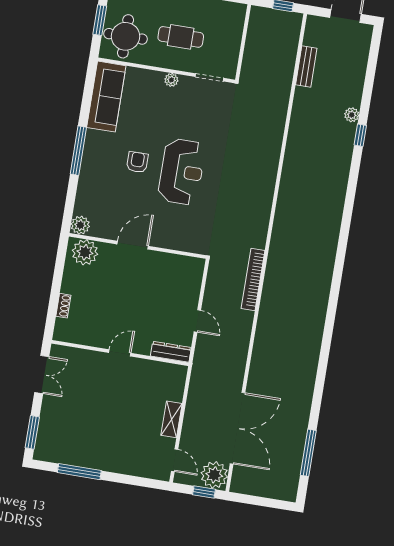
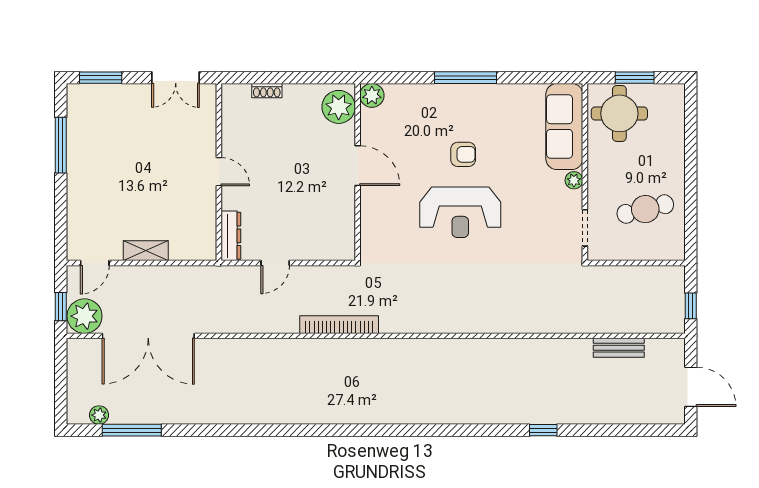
cafe table: (181, 37) -> (645, 209), moved, turned 76
sofa: (106, 97) -> (564, 127), moved, turned 90
plant: (352, 115) -> (99, 415), moved

